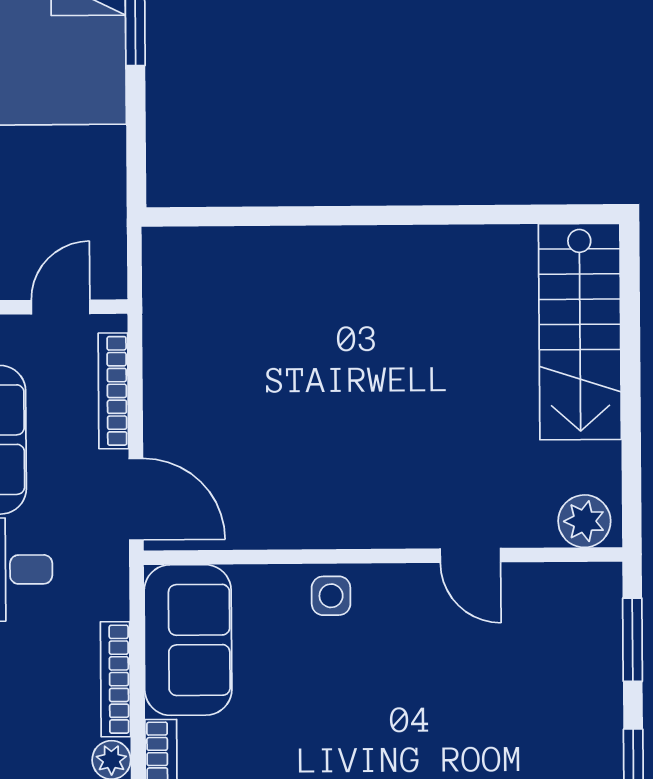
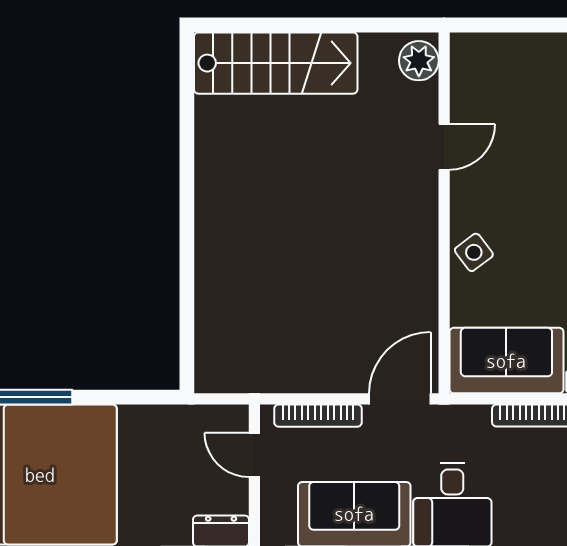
side table: (331, 596) -> (474, 252), turned -37
window: (633, 640) -> (509, 25), removed

